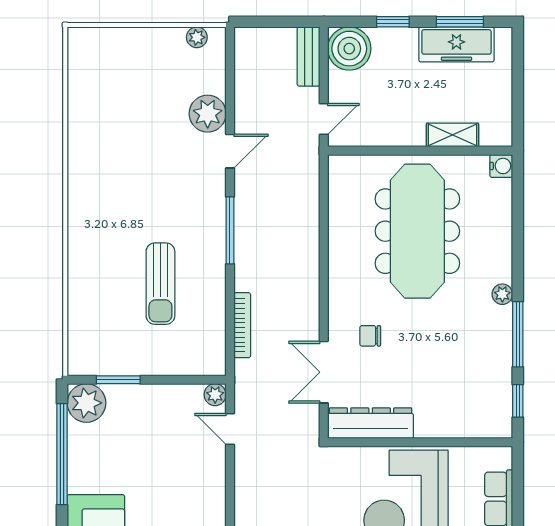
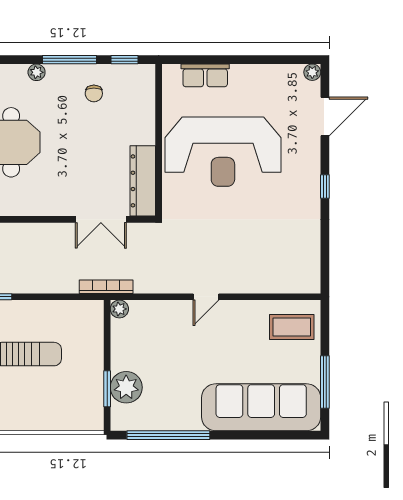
bookcase: (242, 325) -> (106, 287), moved
chair: (370, 336) -> (94, 93), moved
plant: (86, 403) -> (126, 387), moved
door: (230, 429) -> (206, 297), moved

